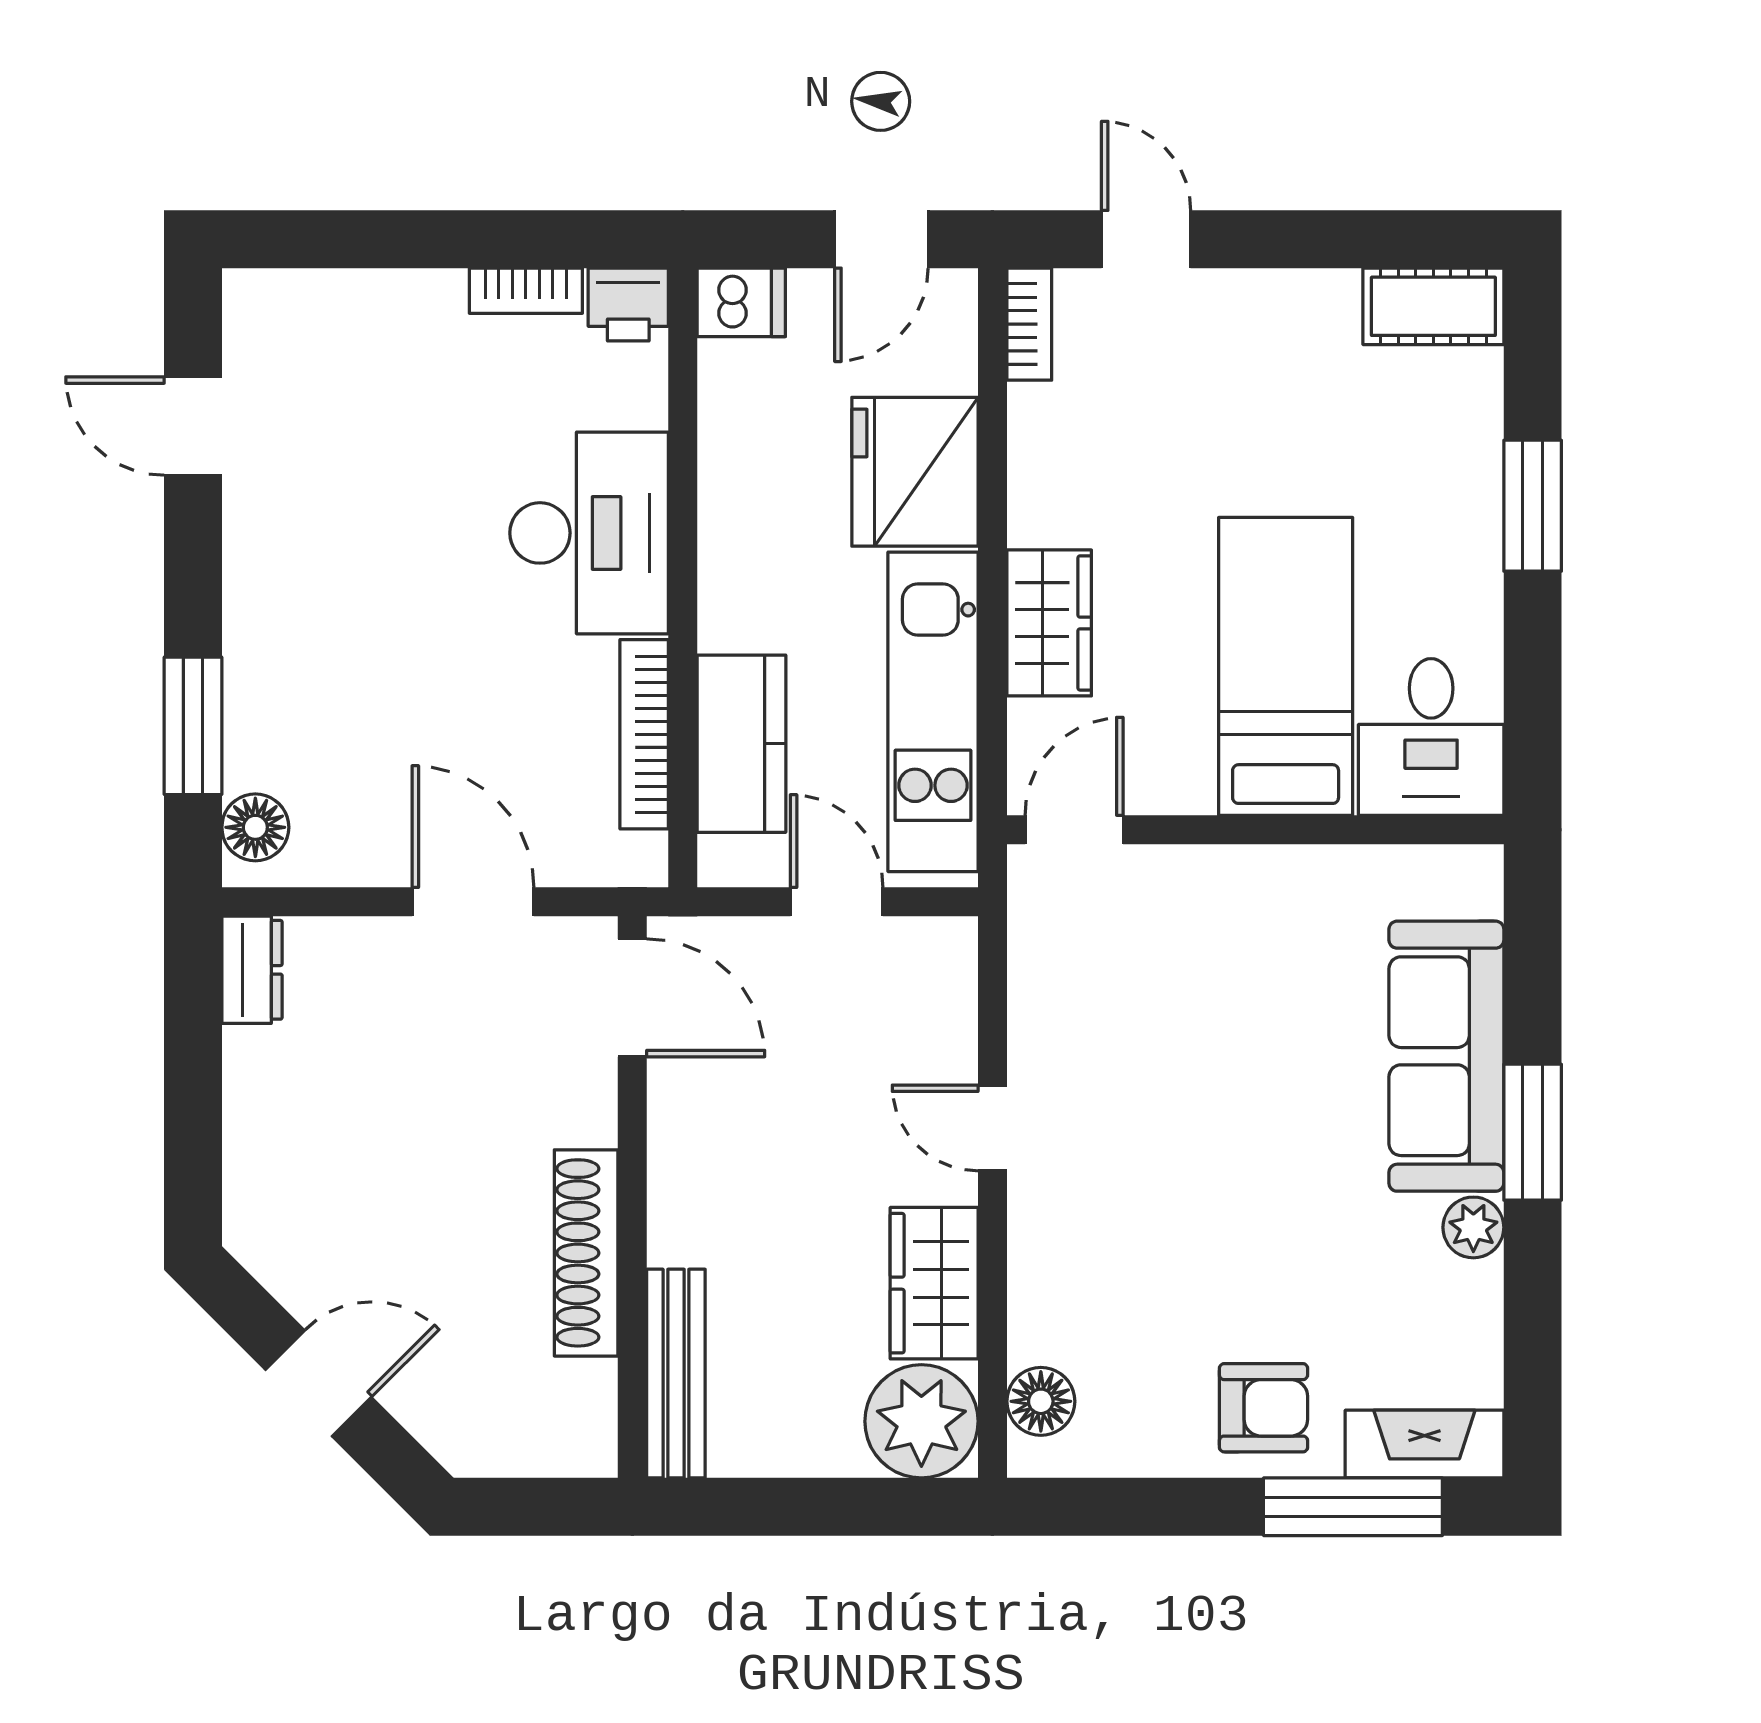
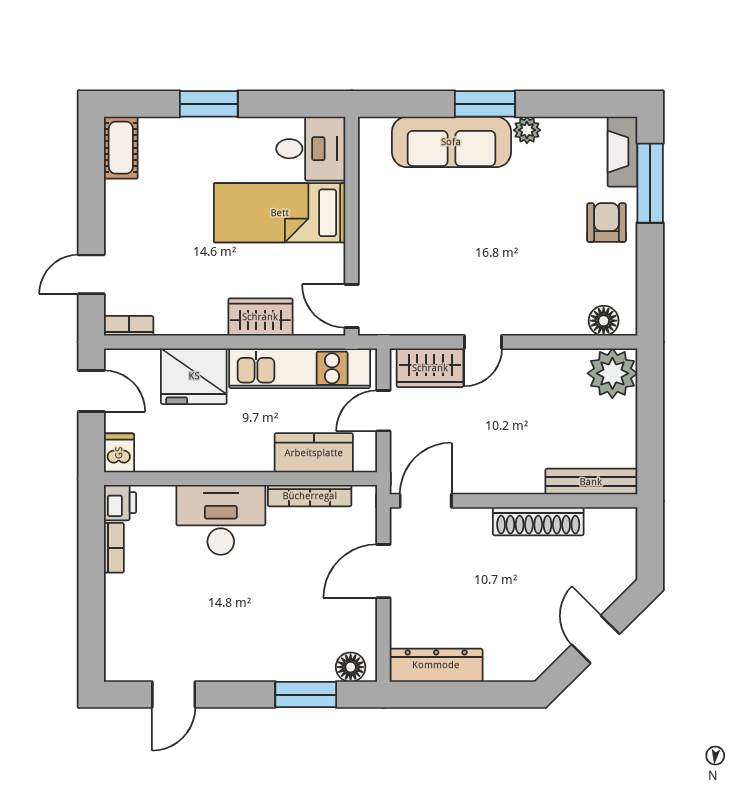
dresser: (252, 970) -> (436, 665), width x1.96, depth x1.24
wardrobe: (934, 1283) -> (430, 368), moved

